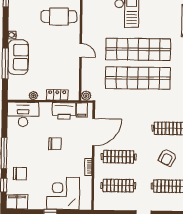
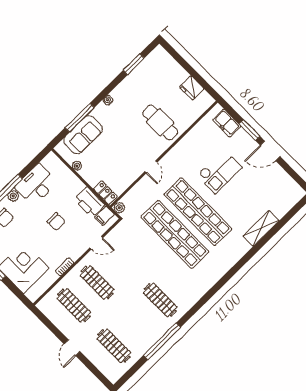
sofa: (18, 57) -> (83, 135), moved
locker: (57, 95) -> (105, 193), moved
desk: (23, 114) -> (36, 185), moved, turned -90
door: (93, 132) -> (96, 243), width x0.53
plant: (12, 154) -> (13, 196), added
armchair: (168, 157) -> (136, 322), removed

